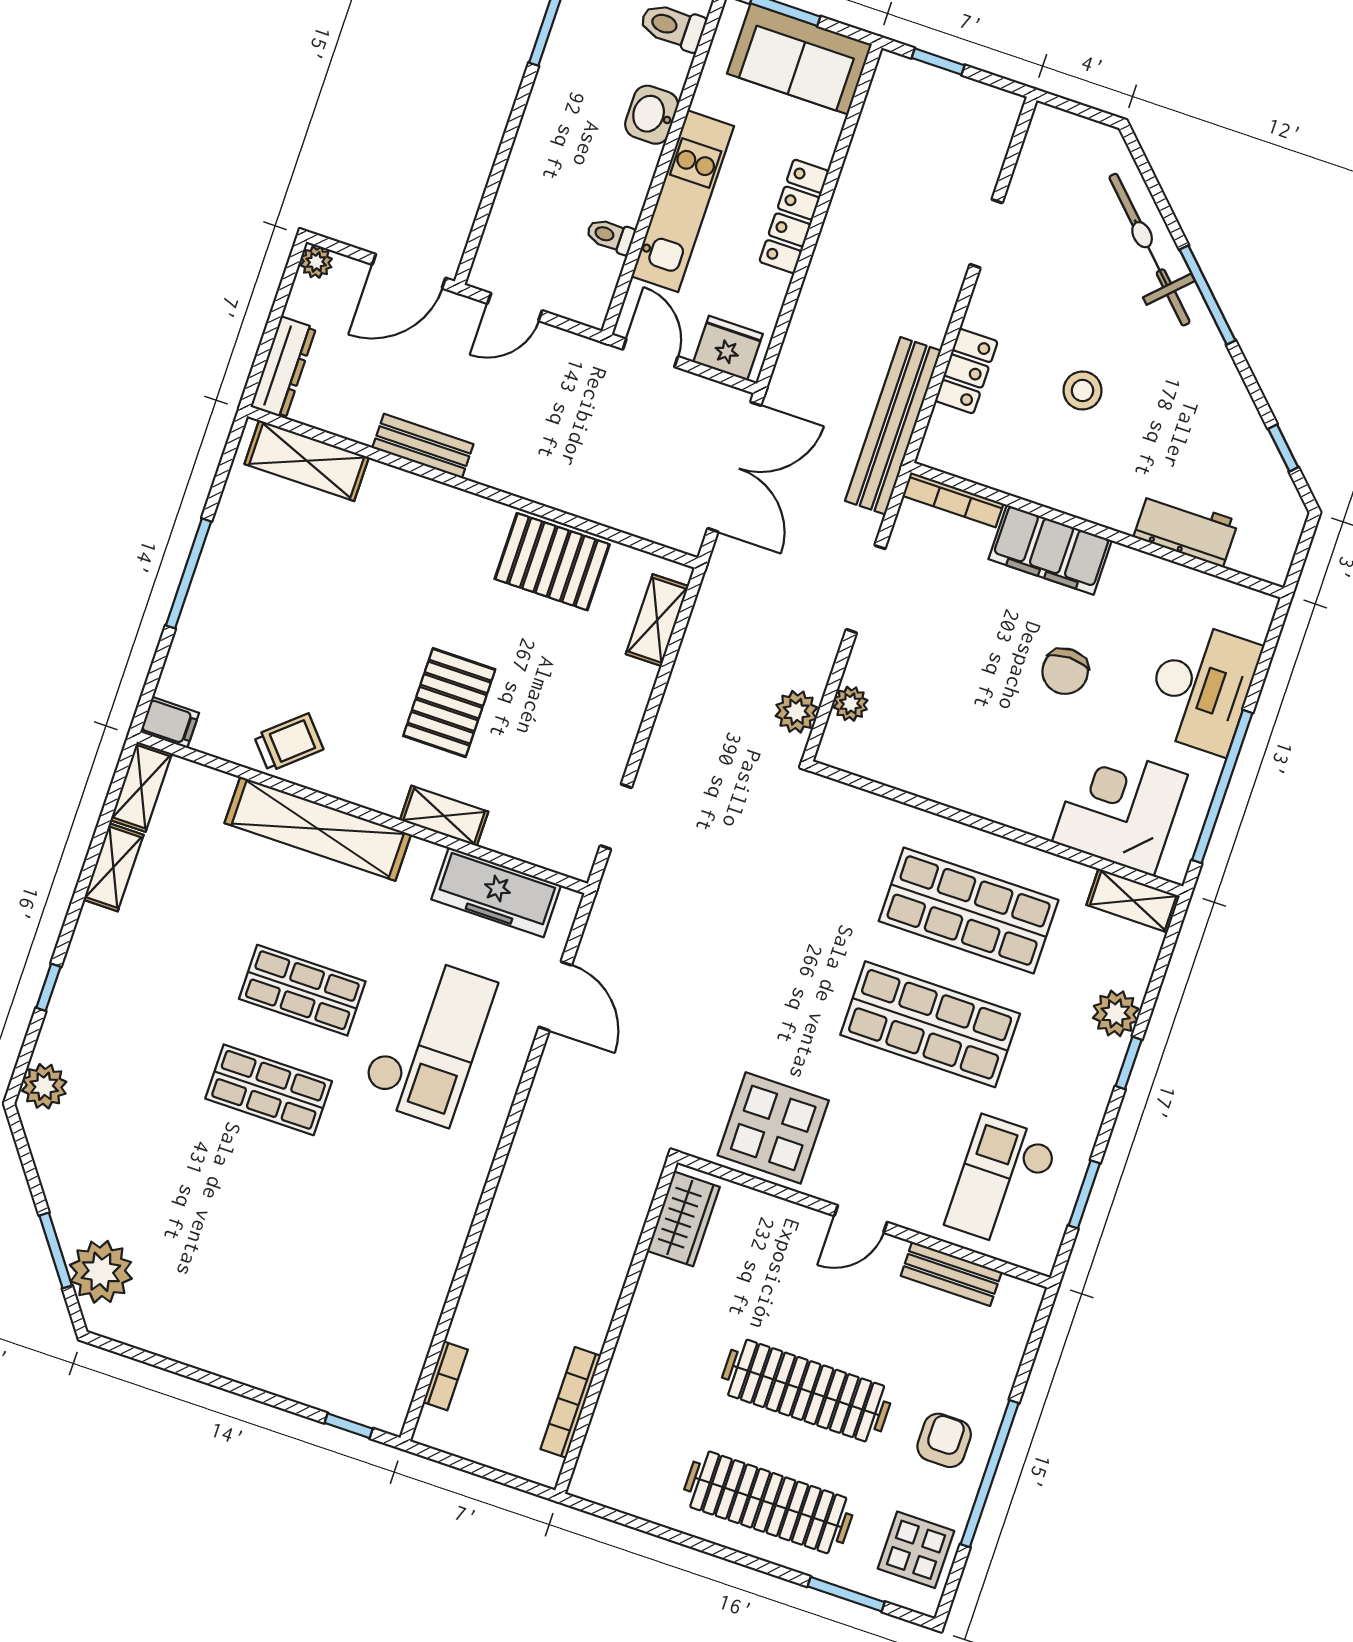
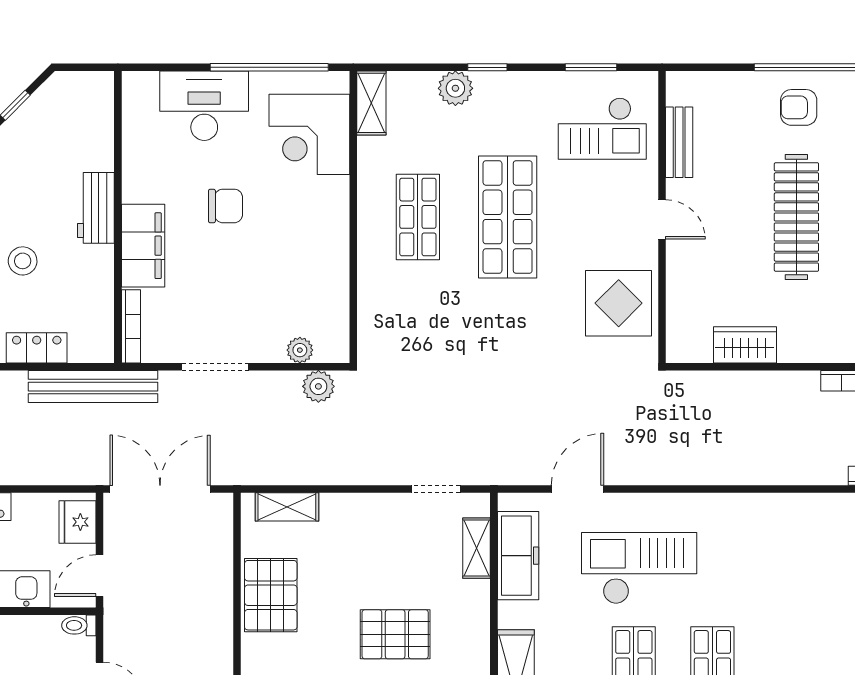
toilet: (610, 236) -> (79, 625), moved, turned 90
workbench: (1186, 529) -> (96, 208), moved
shelving: (444, 816) -> (477, 548), moved
shop shelf: (969, 911) -> (418, 217), width x0.70, depth x0.74
wardrobe: (683, 1219) -> (745, 345), moved

